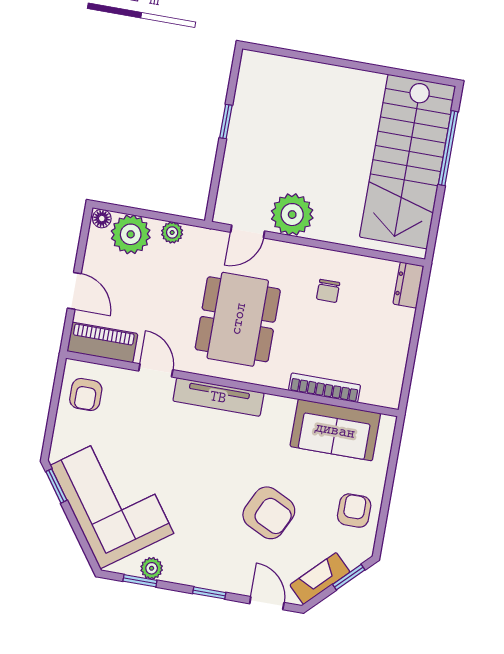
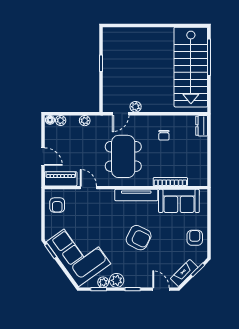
plant: (292, 215) -> (136, 107), width x0.53, depth x0.53
plant: (131, 234) -> (61, 120), width x0.53, depth x0.53
tv unit: (218, 397) -> (136, 195), moved
armchair: (269, 513) -> (139, 238), moved
plant: (180, 569) -> (117, 280), added

